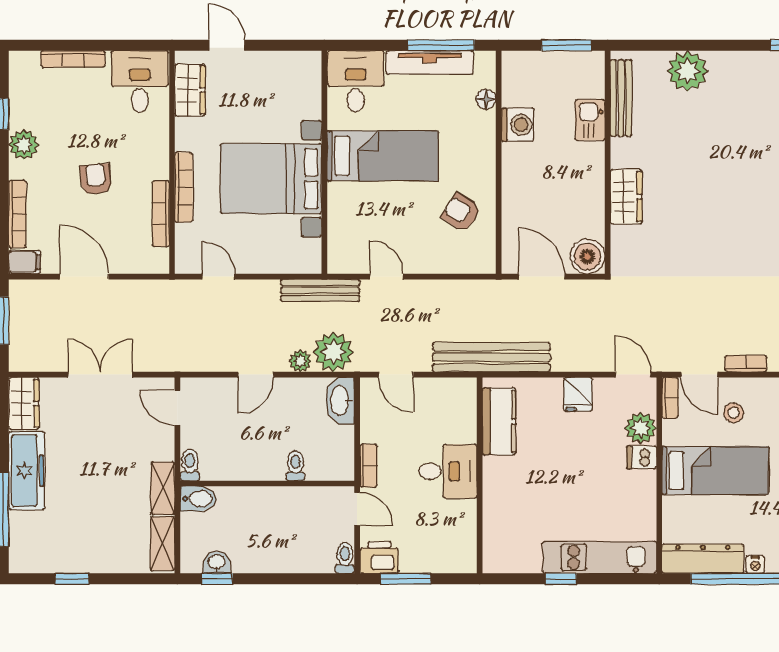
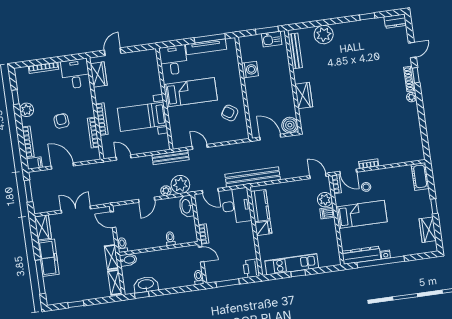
door: (227, 45) -> (113, 52), hinge flipped
floor lamp: (486, 99) -> (234, 60), removed
kitchen sink: (590, 120) -> (272, 39), moved, turned -90
bed with nightstands: (271, 179) -> (142, 117), width x0.73
fridge: (578, 394) -> (263, 228), moved, turned -90
desk: (448, 471) -> (236, 206), moved, width x1.37
printer: (379, 557) -> (251, 268), moved, turned -90
kitchen unit: (600, 557) -> (292, 264), moved
washbasin: (217, 562) -> (146, 285), width x1.91, depth x1.45

